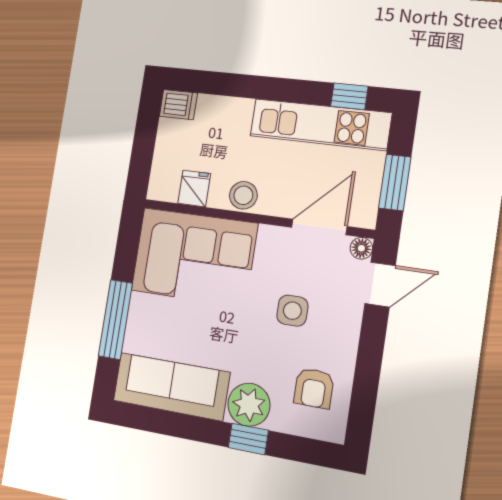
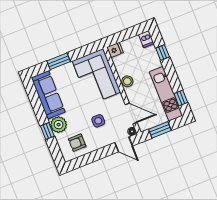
window: (227, 84) -> (163, 52), added
fridge: (194, 188) -> (115, 50), moved
window: (115, 320) -> (59, 61), width x0.69

